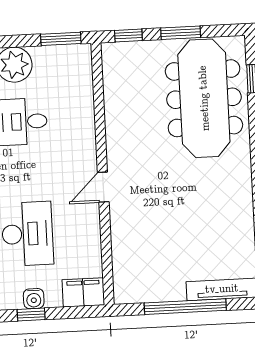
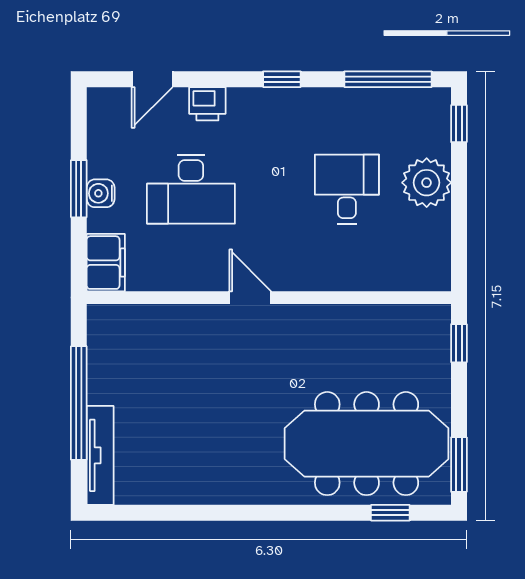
window: (181, 33) -> (459, 465), moved
window: (61, 39) -> (459, 249), removed
window: (31, 314) -> (79, 189), width x1.50

